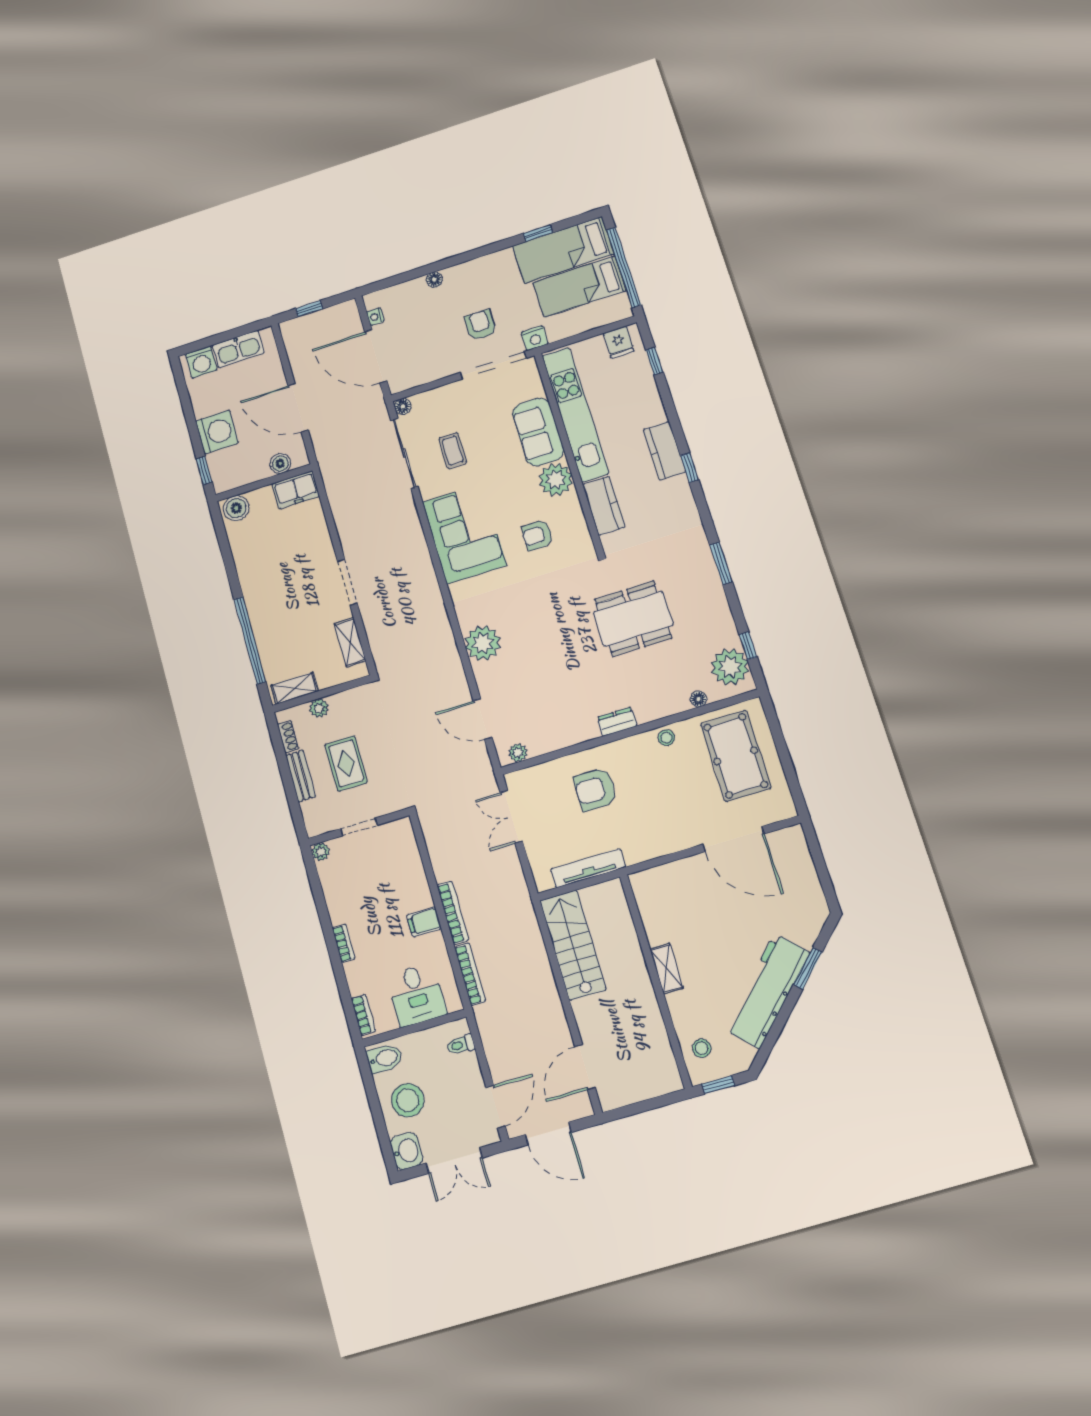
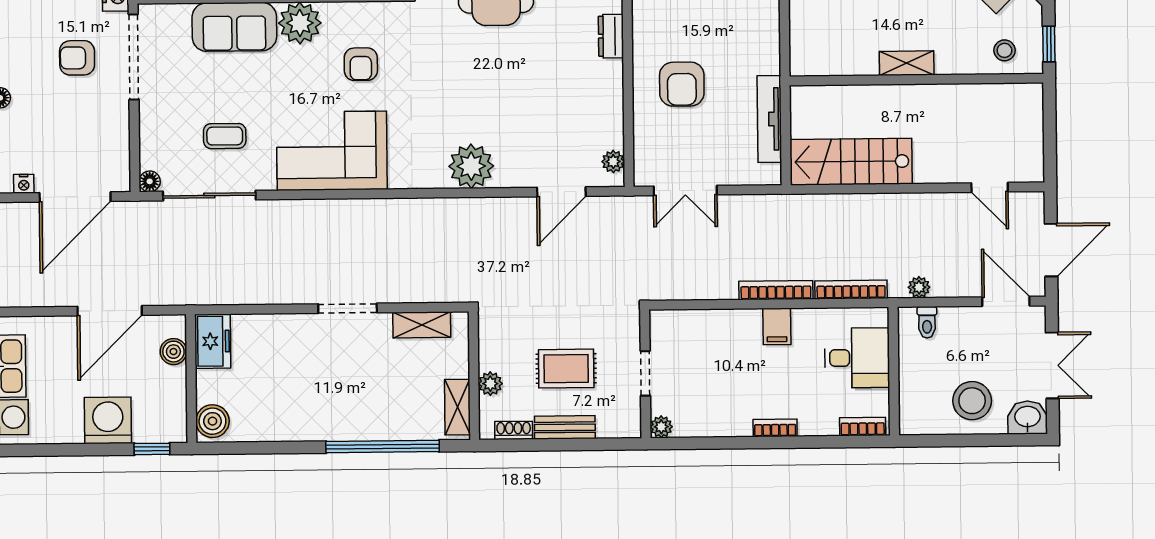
plant: (487, 1030) -> (919, 287), added
bidet: (385, 1058) -> (918, 415), removed
door: (585, 1067) -> (990, 187), width x0.73

